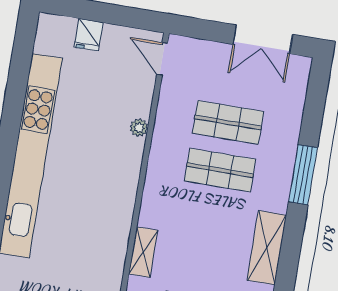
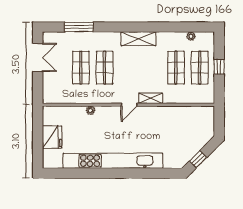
fridge: (89, 35) -> (52, 137), width x1.88, depth x1.34
door: (162, 59) -> (129, 105), moved
window: (303, 175) -> (79, 27), moved

